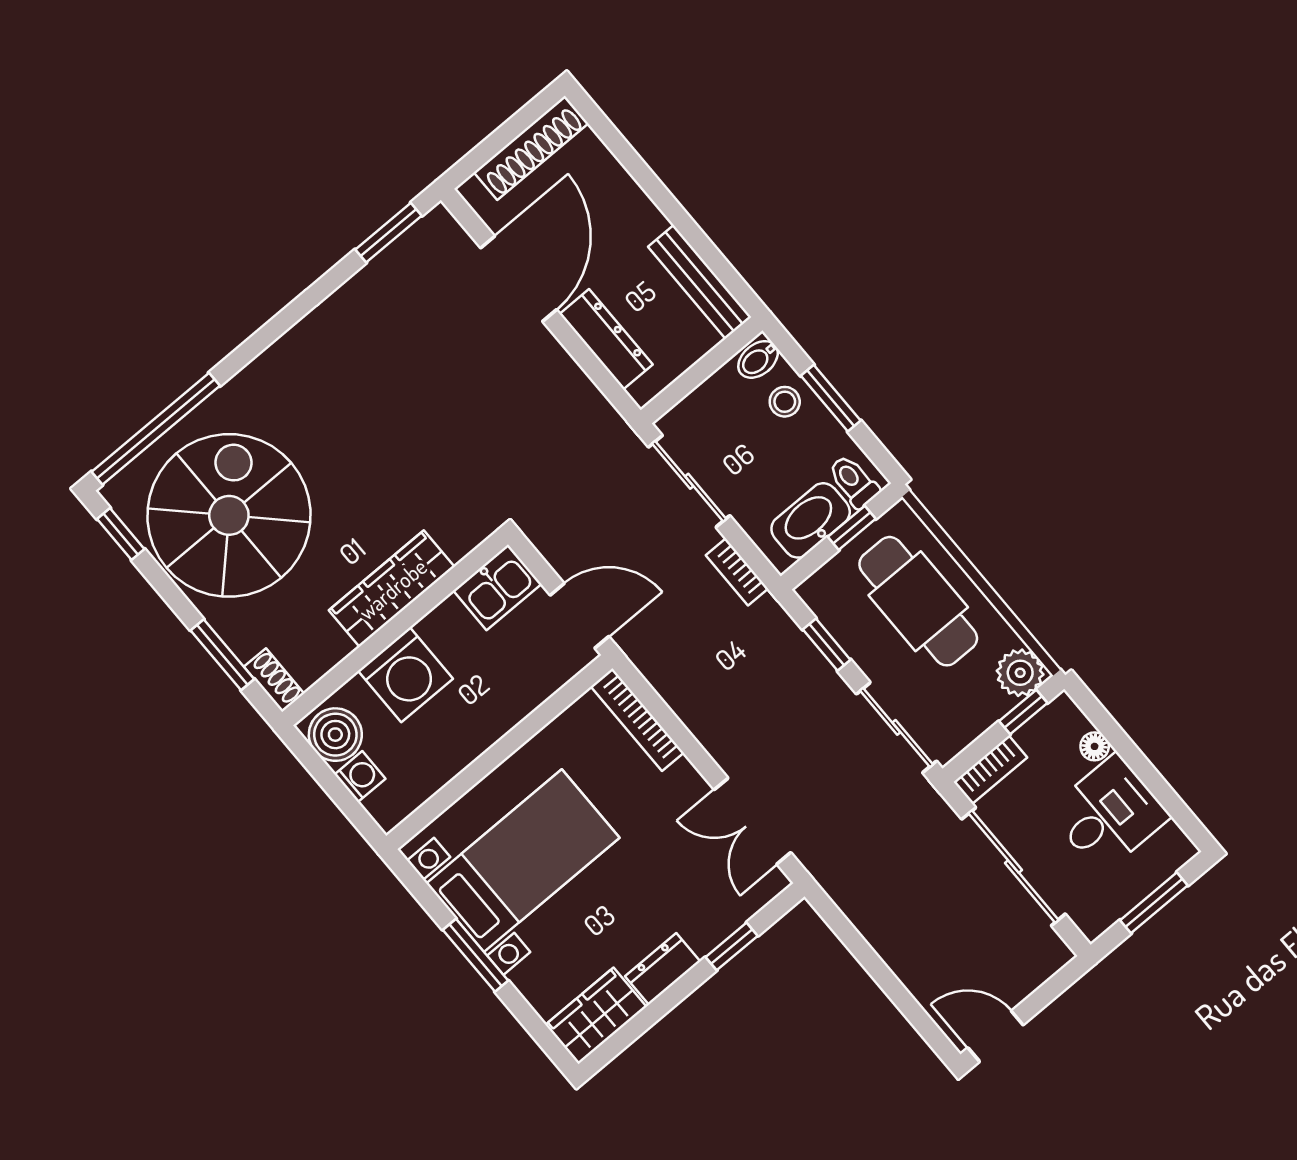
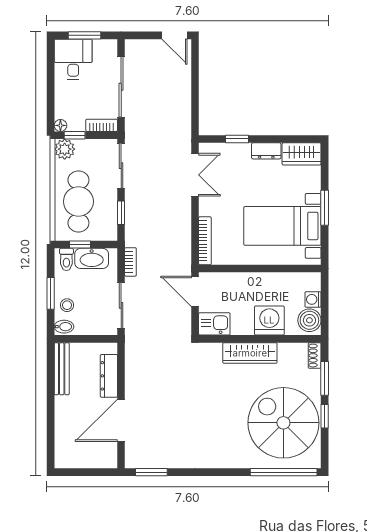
shoe rack: (531, 148) -> (80, 460), removed
spiral stairs: (229, 515) -> (283, 423), turned 90
window: (121, 534) -> (325, 416), moved
floor lamp: (1095, 746) -> (60, 125), moved
desk: (1109, 814) -> (73, 59), moved, turned 90

